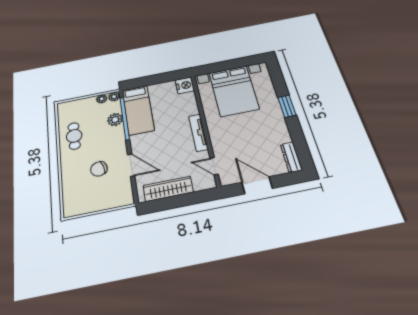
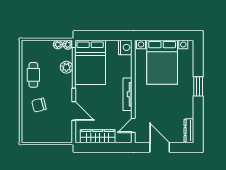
bed: (138, 110) -> (90, 62), width x1.50
door: (214, 166) -> (133, 125), hinge flipped
chair: (99, 169) -> (39, 105), moved

